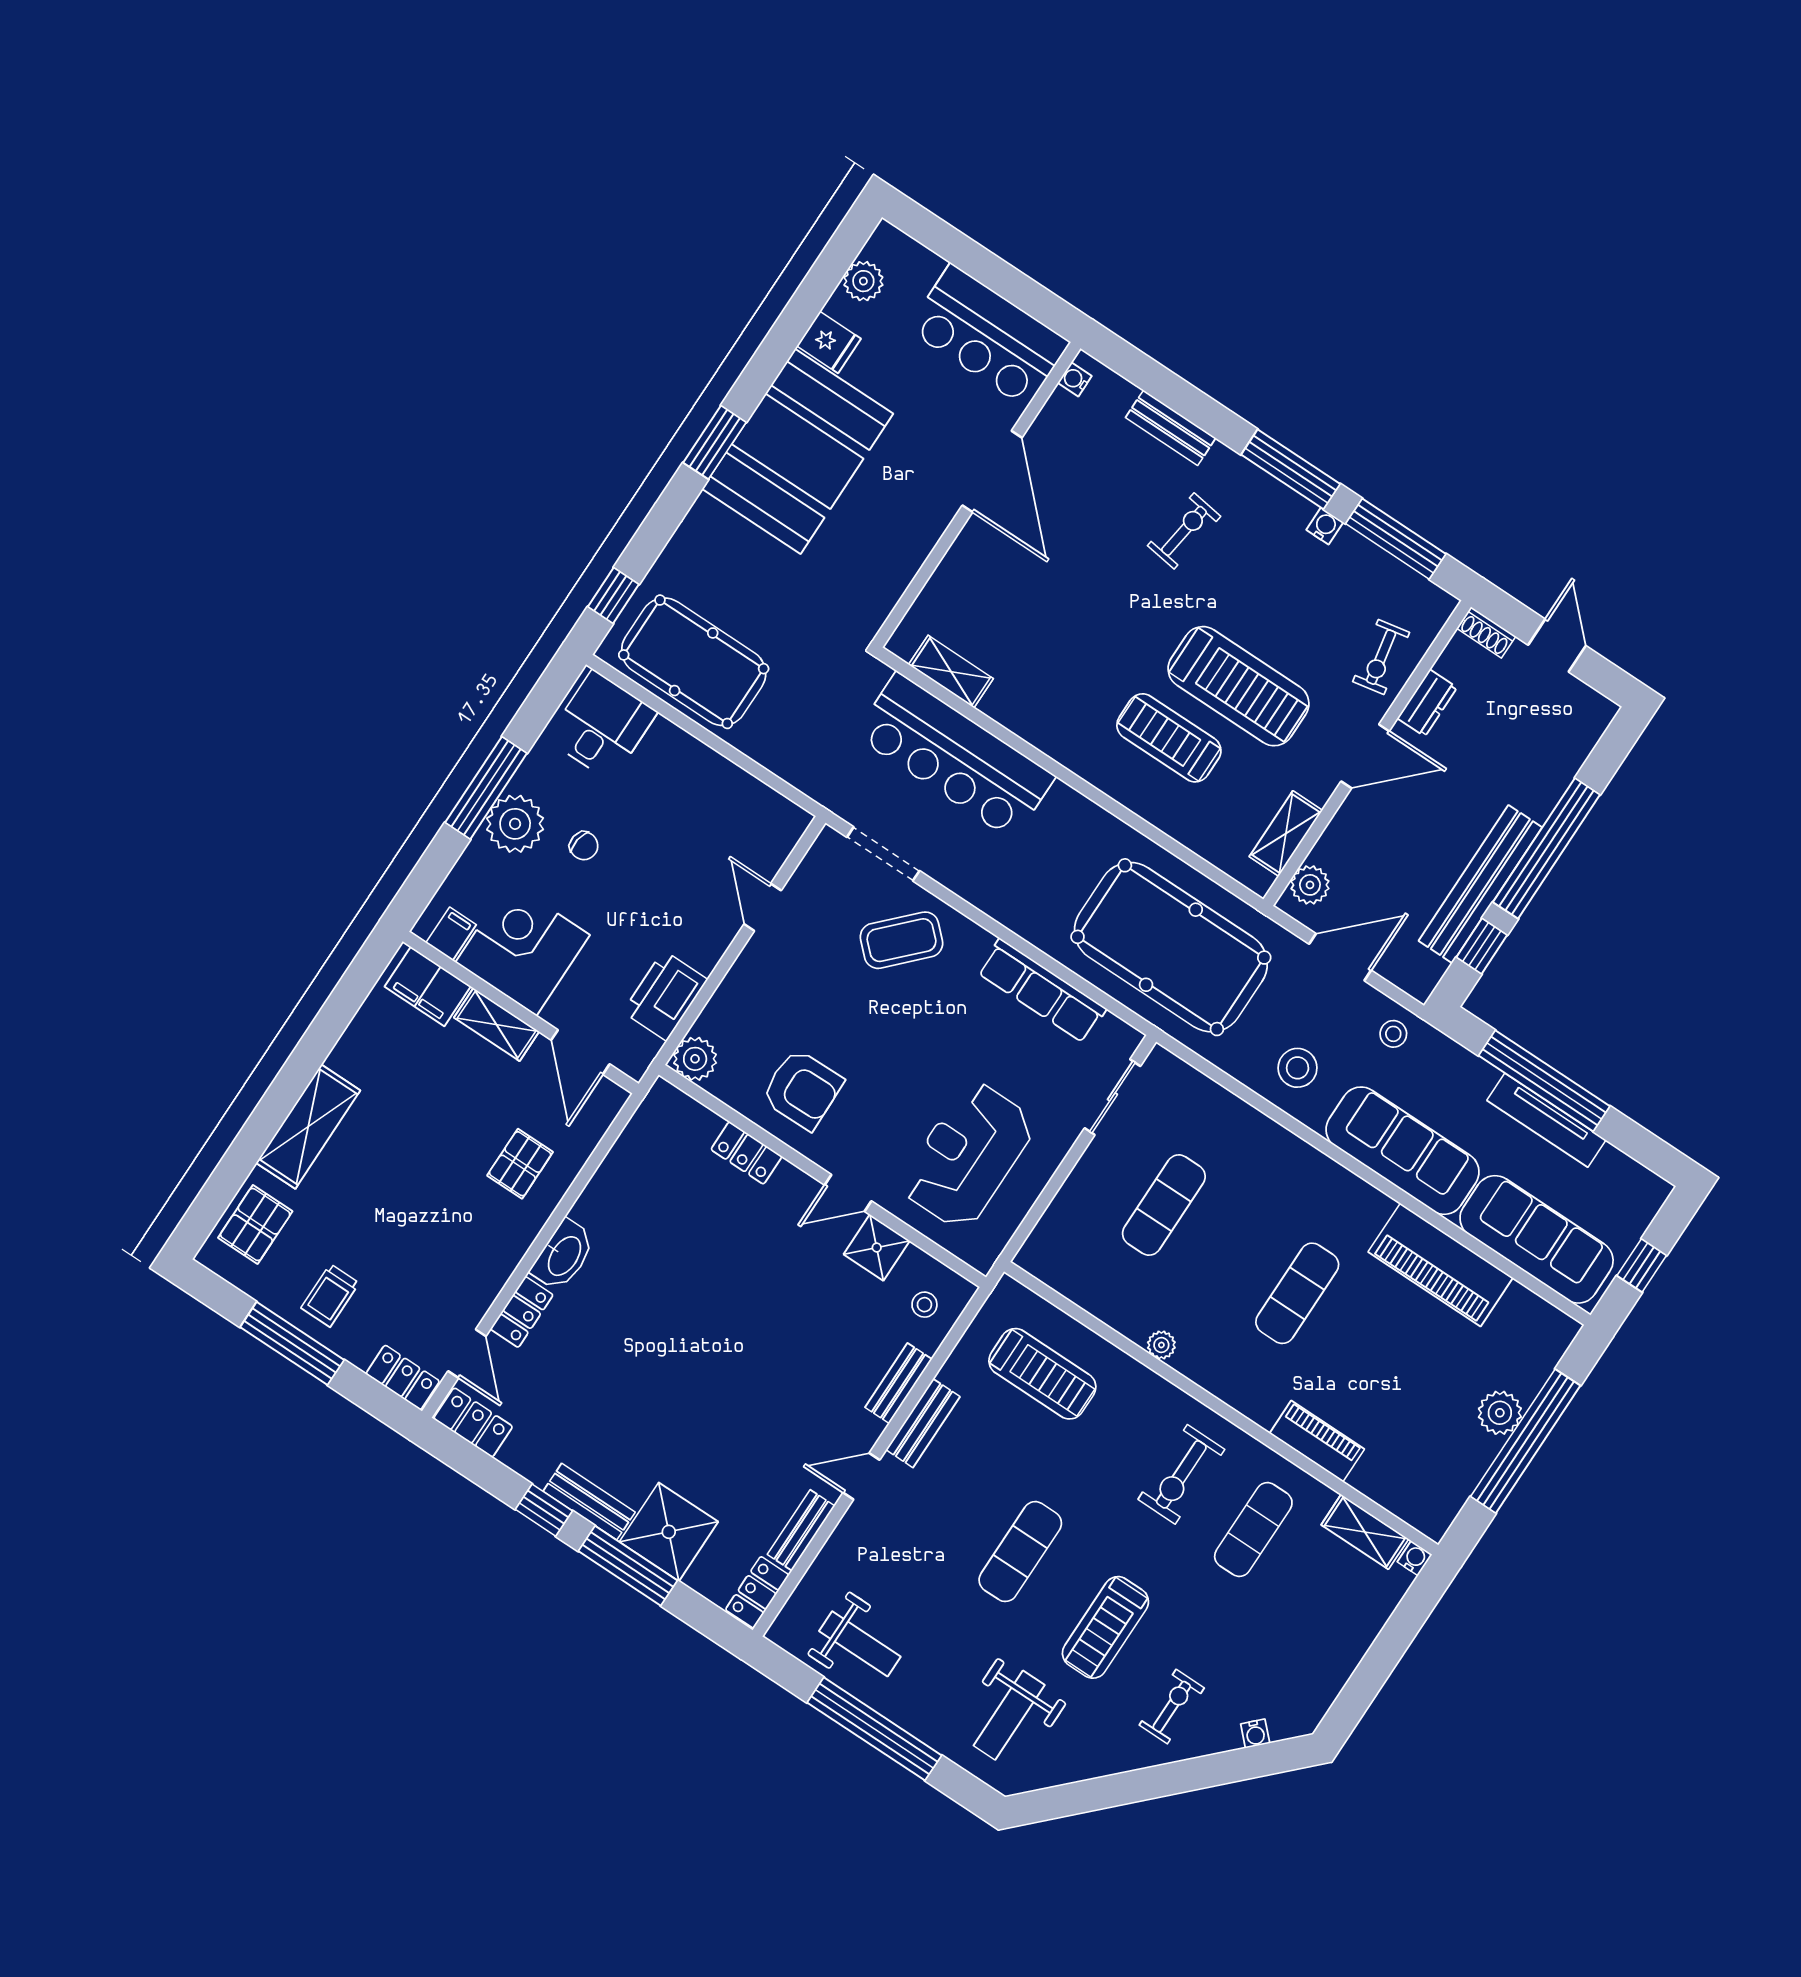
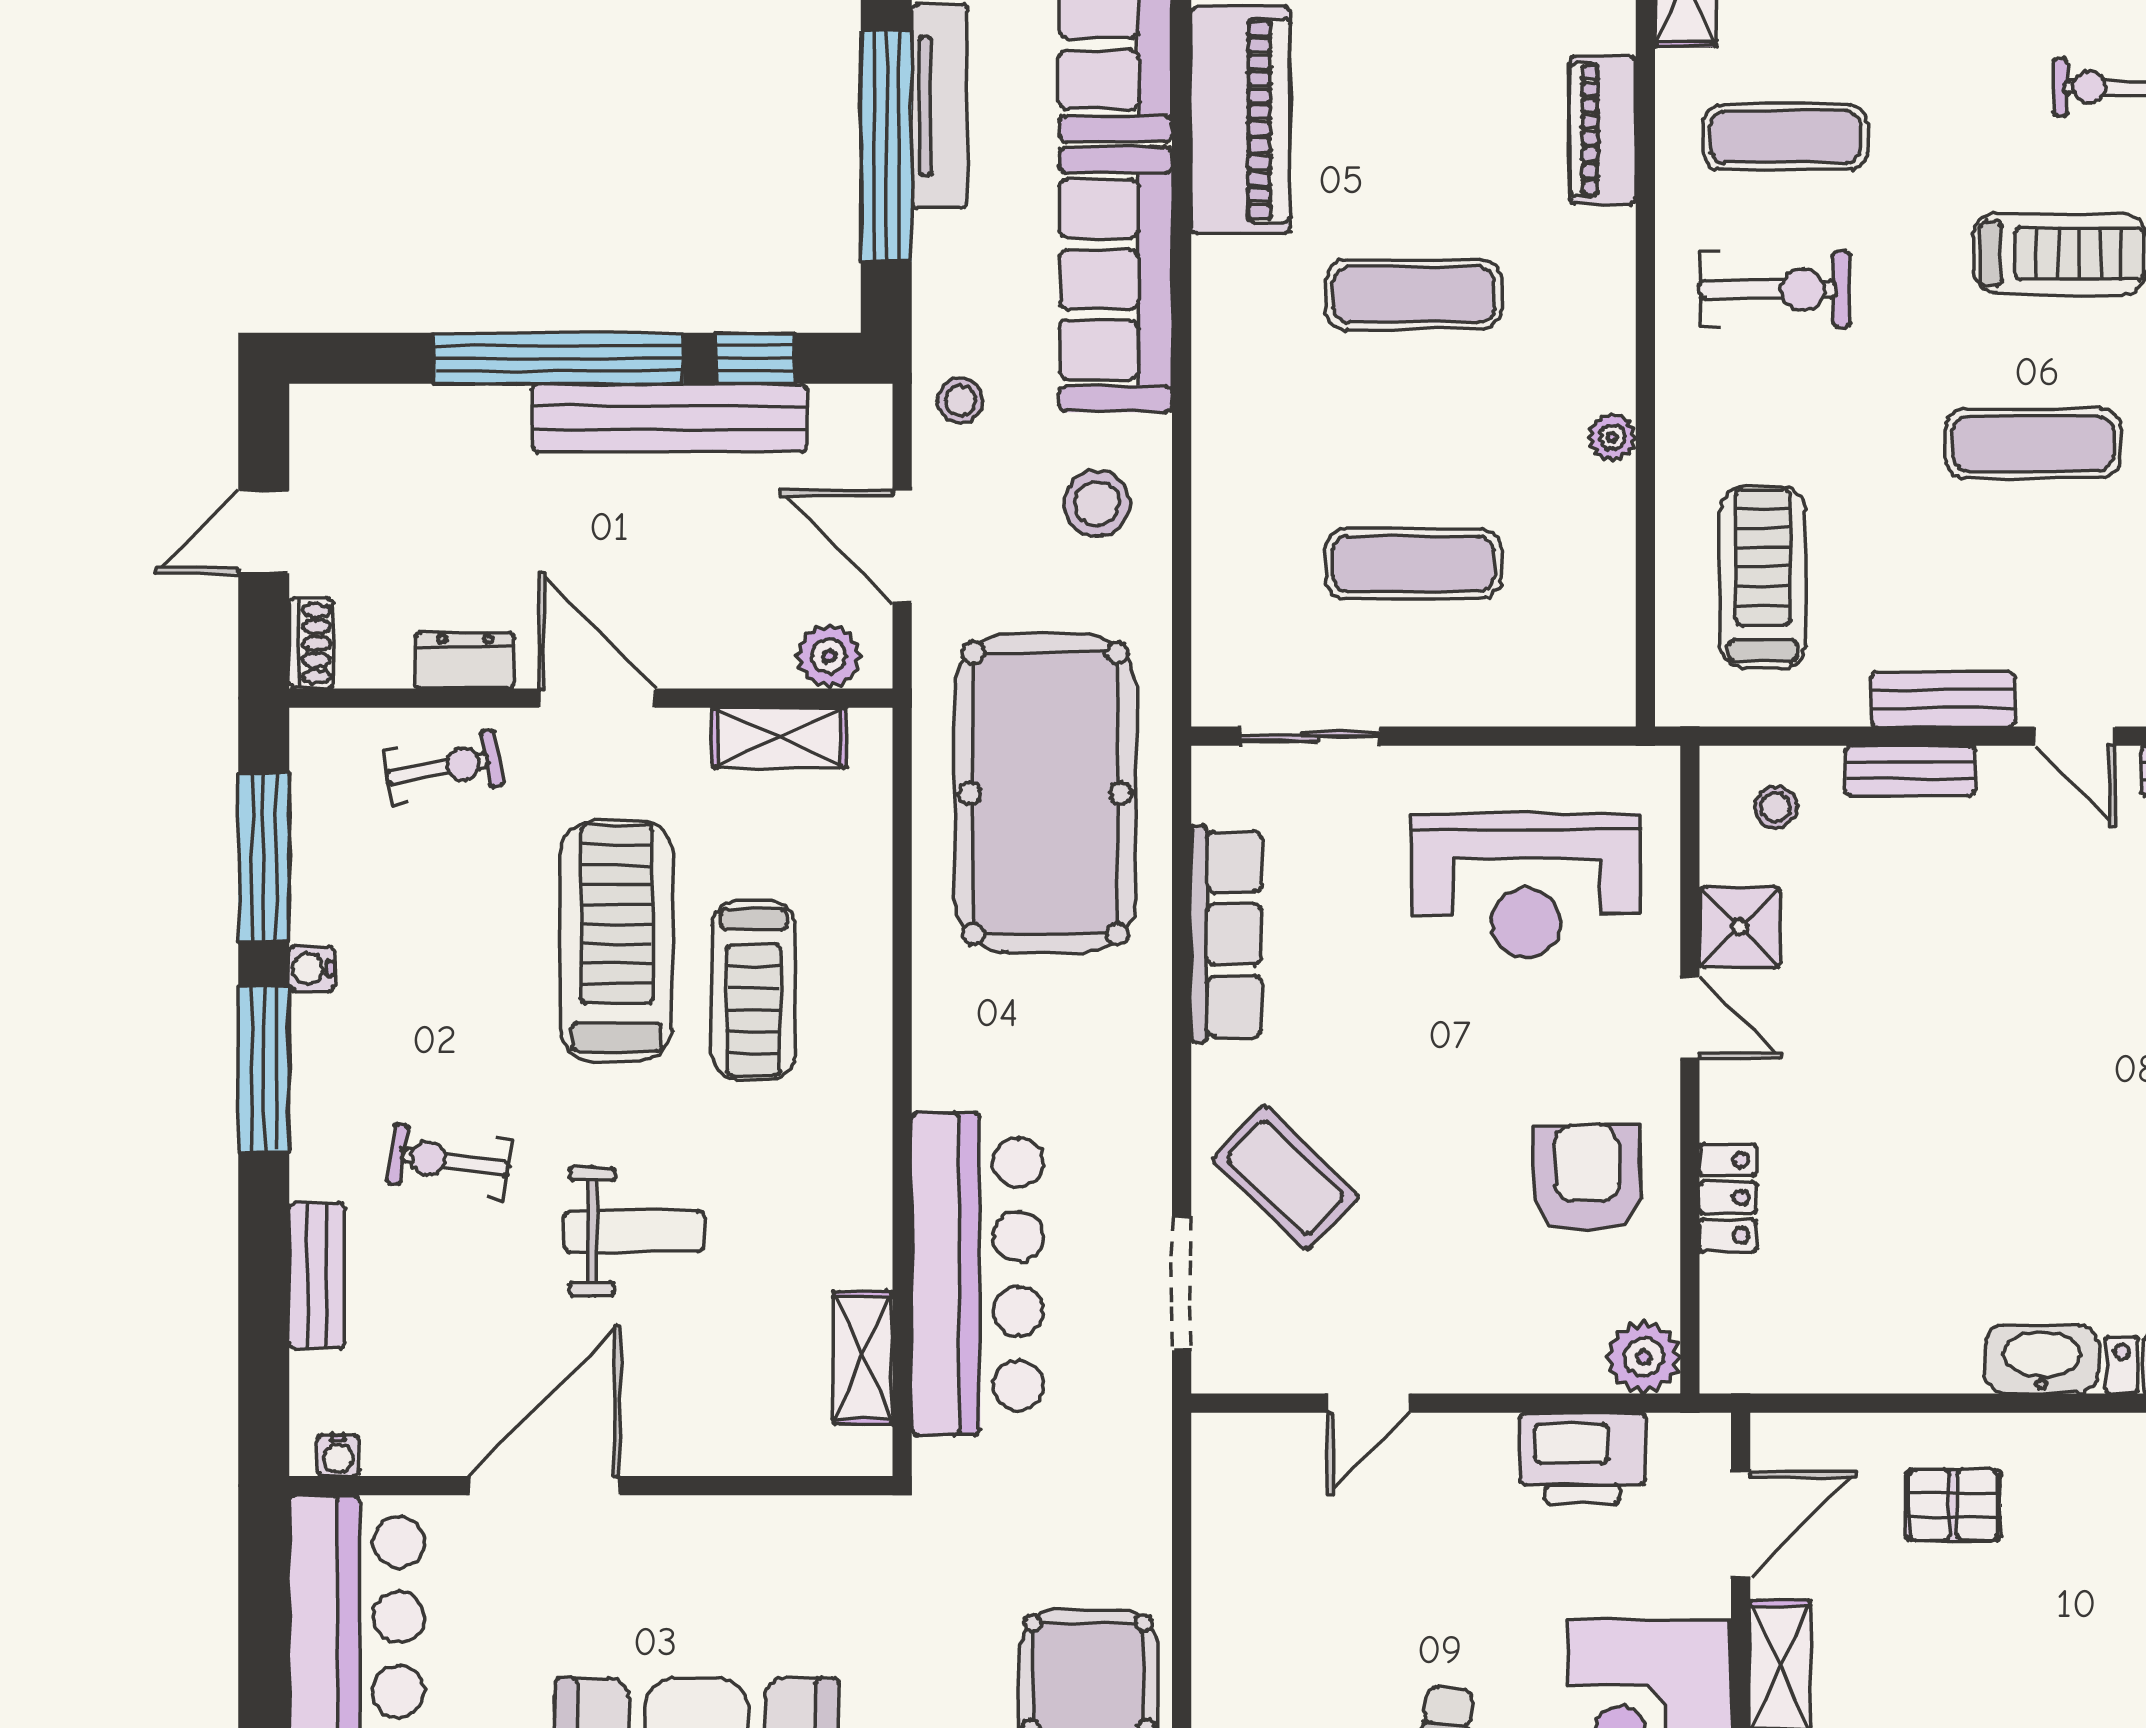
weight bench: (1089, 600) -> (634, 1231), added

